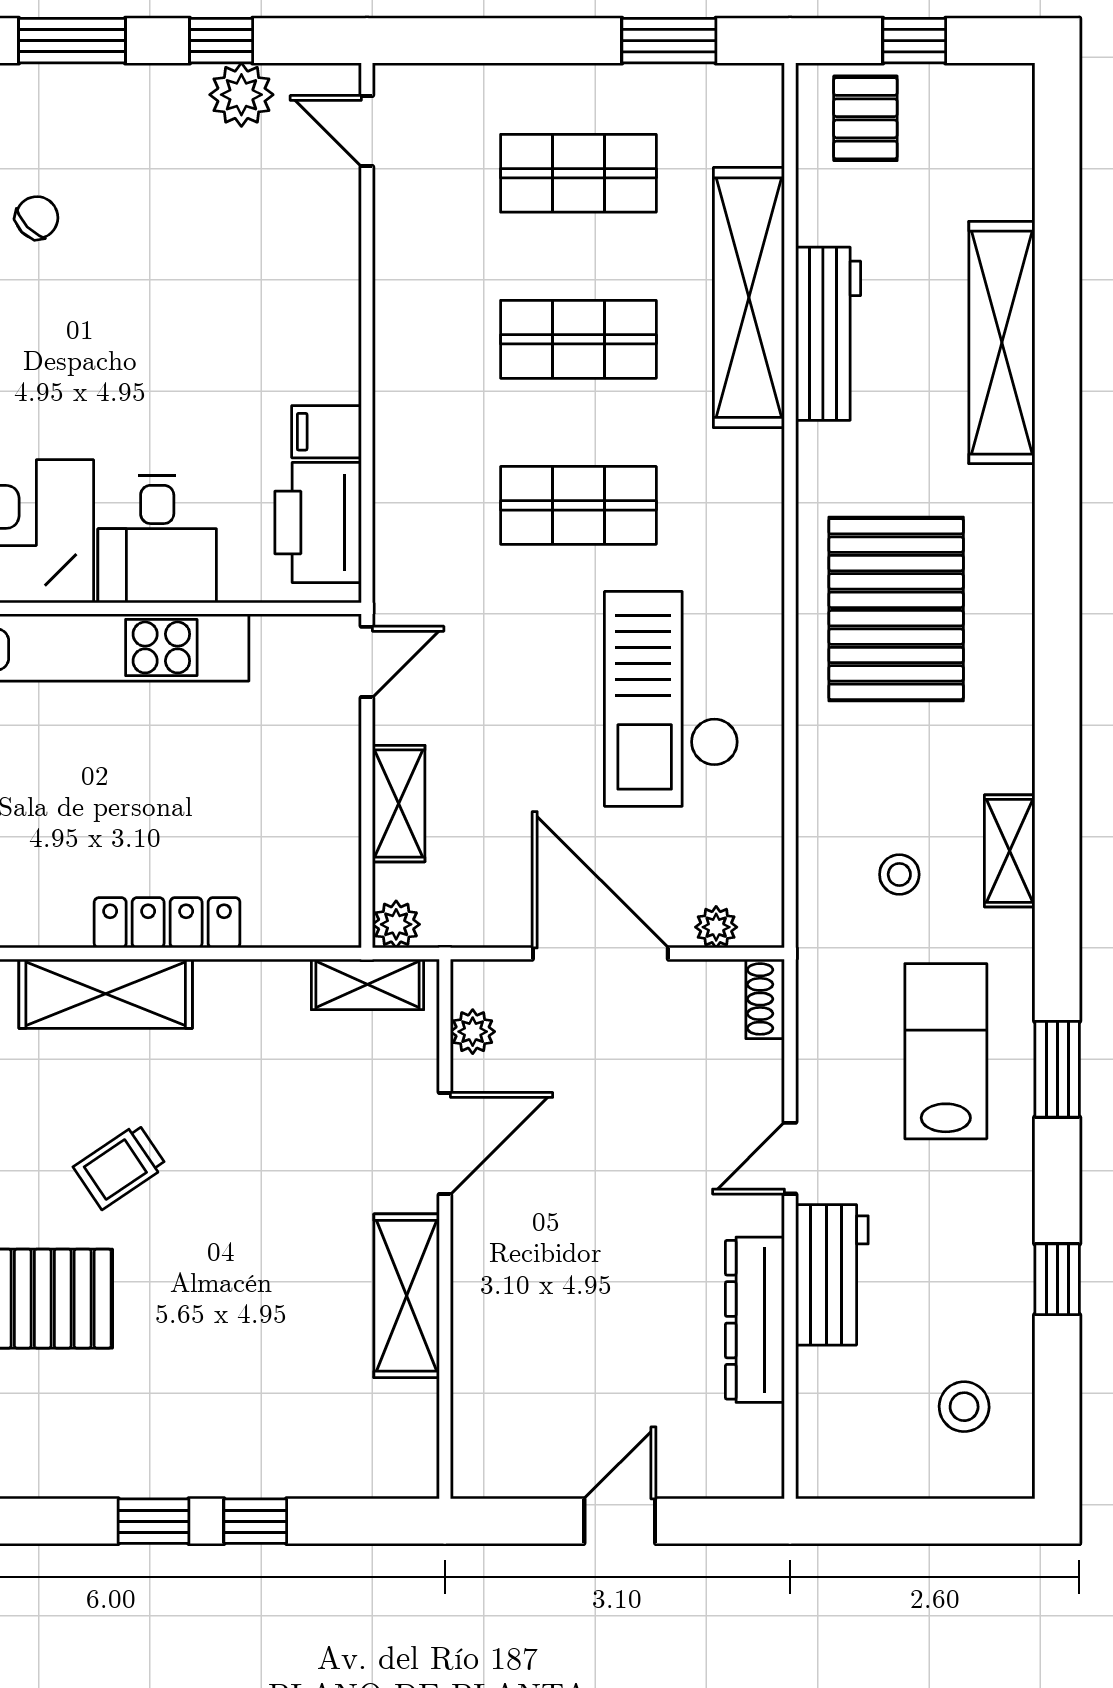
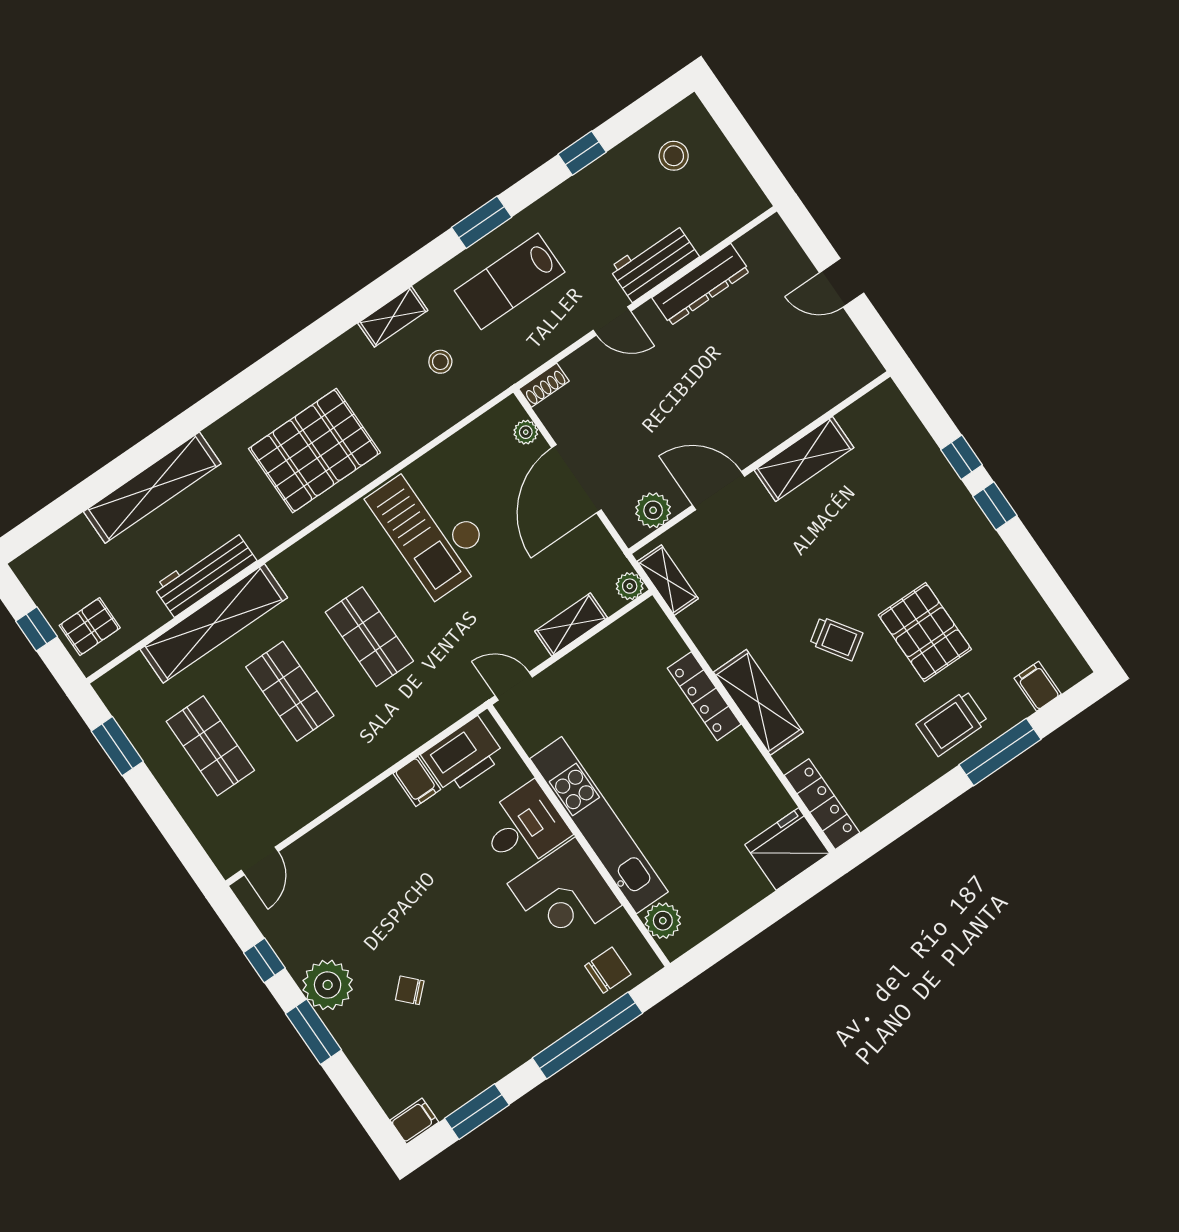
plant: (241, 95) -> (328, 985), moved, width x1.36, depth x1.36
checkout: (671, 699) -> (431, 528), turned 90
plant: (473, 1032) -> (653, 510), width x1.38, depth x1.38

